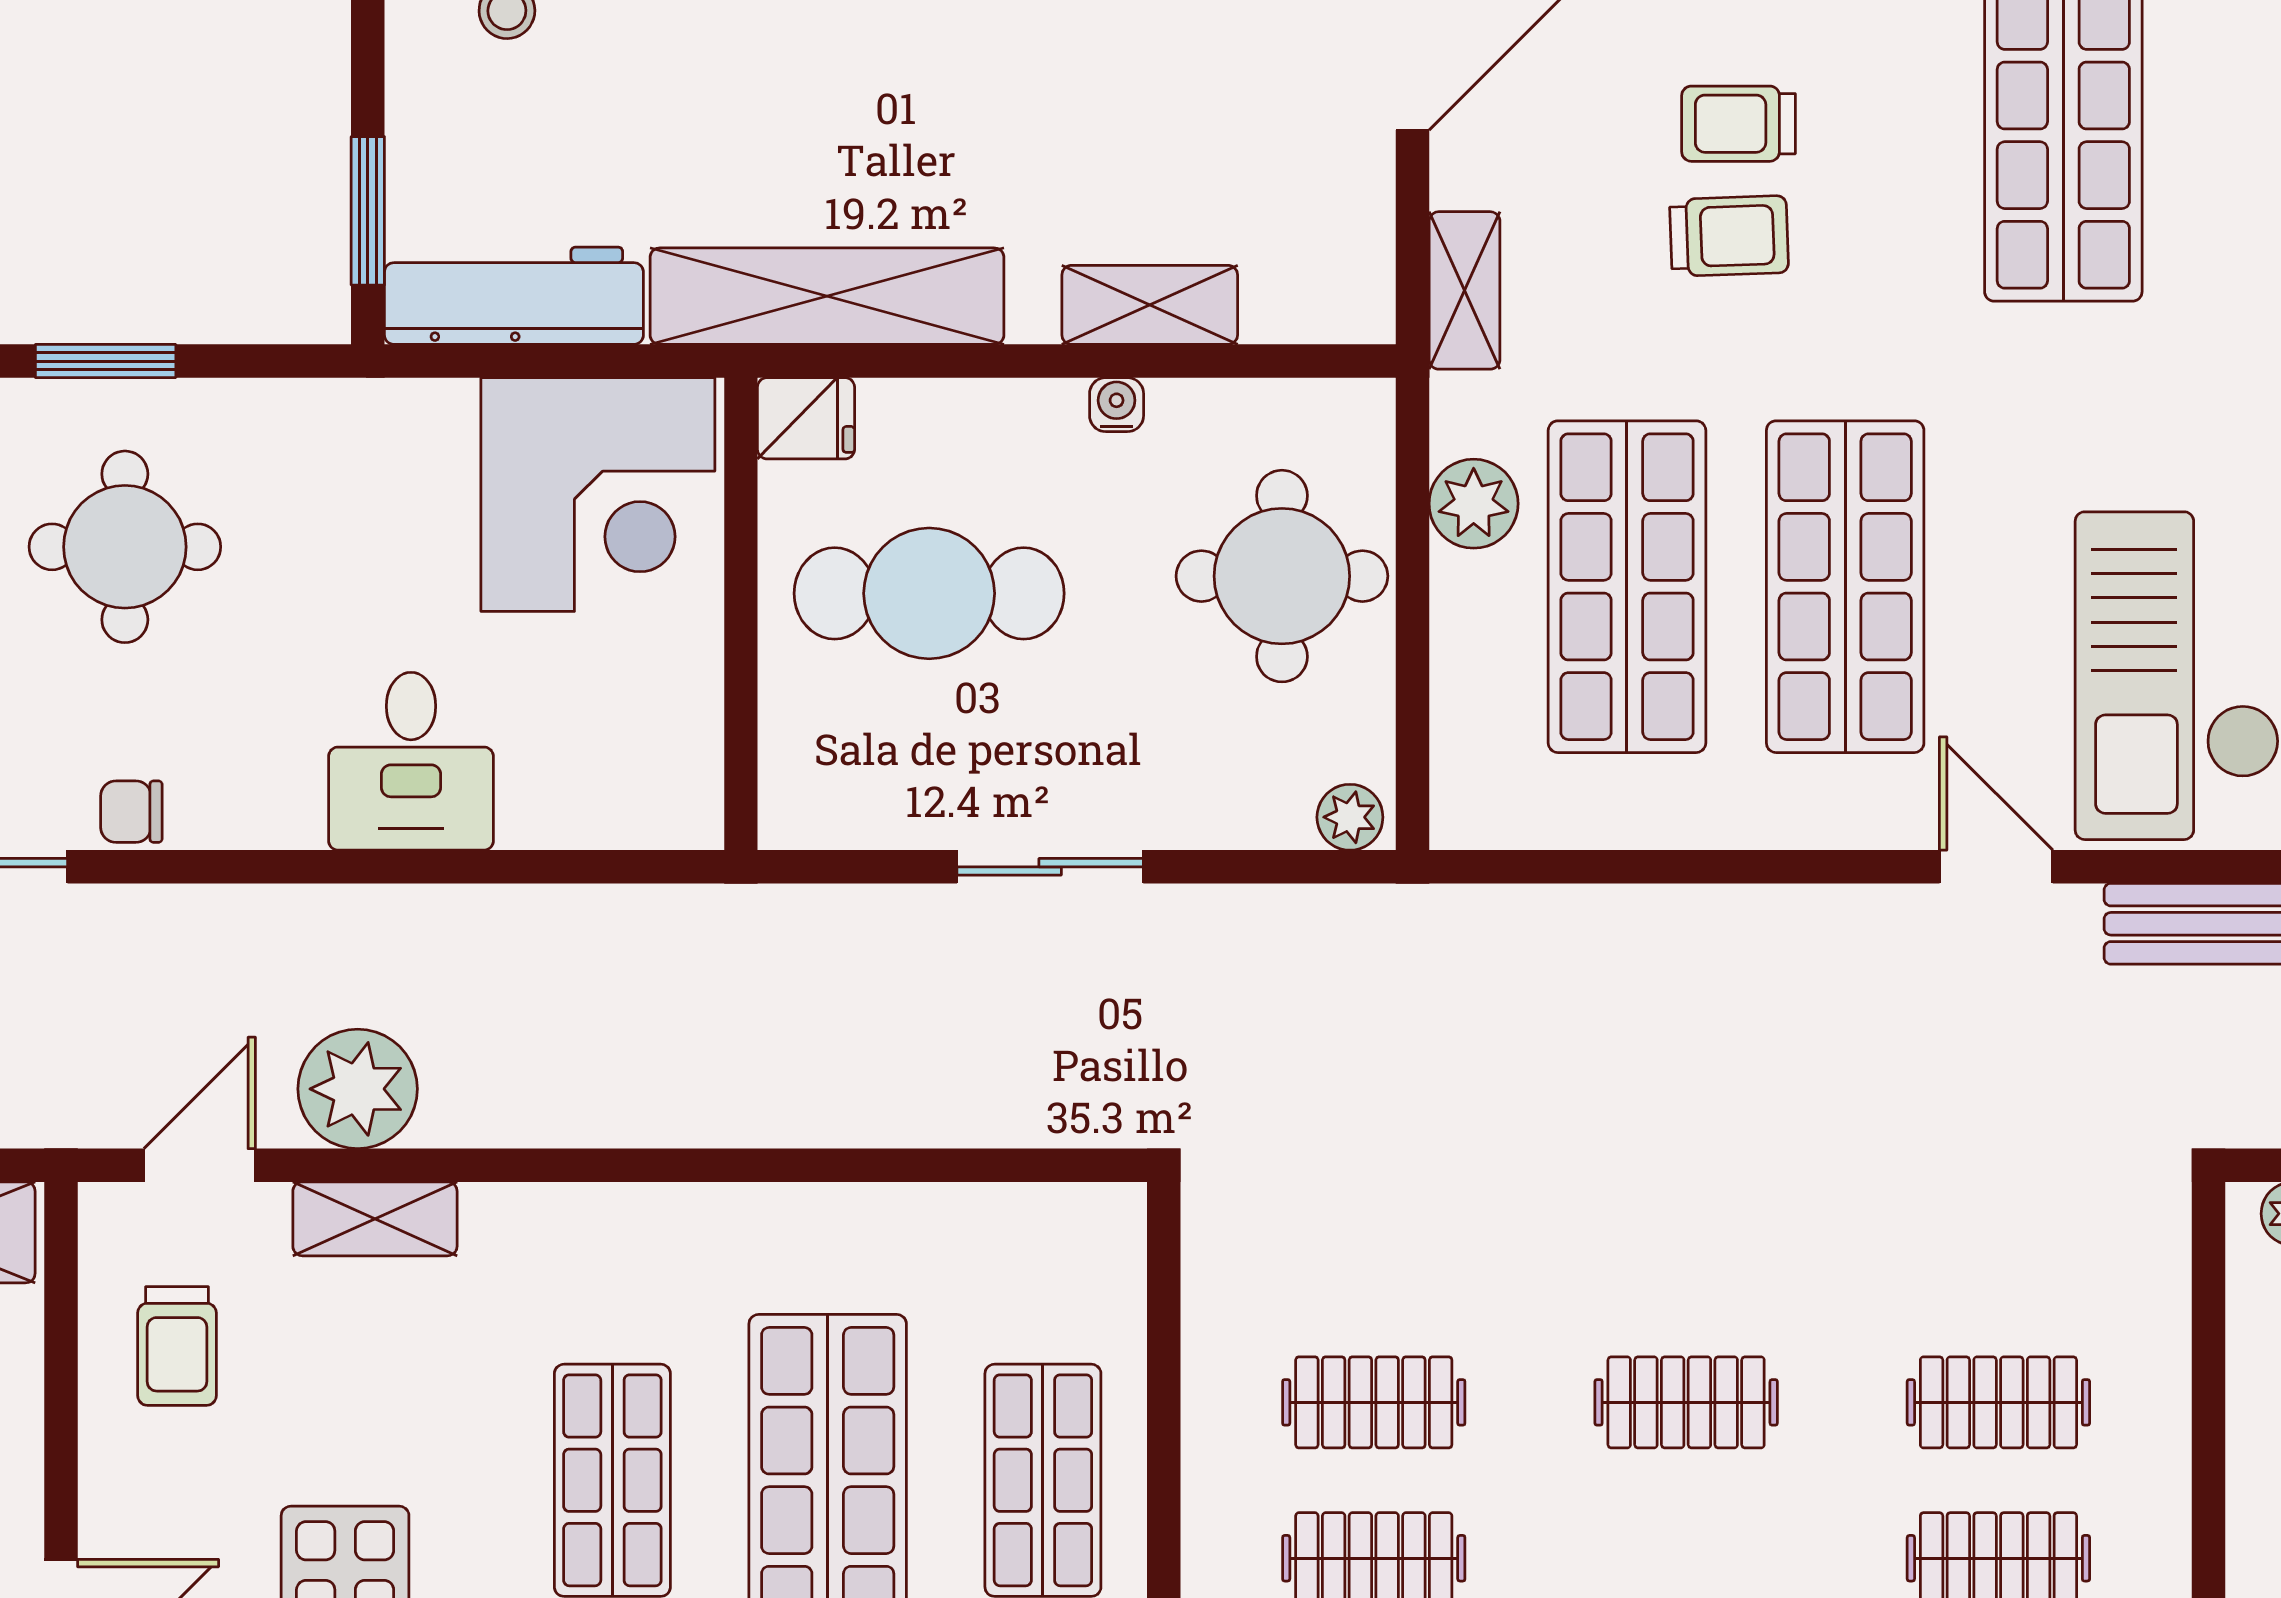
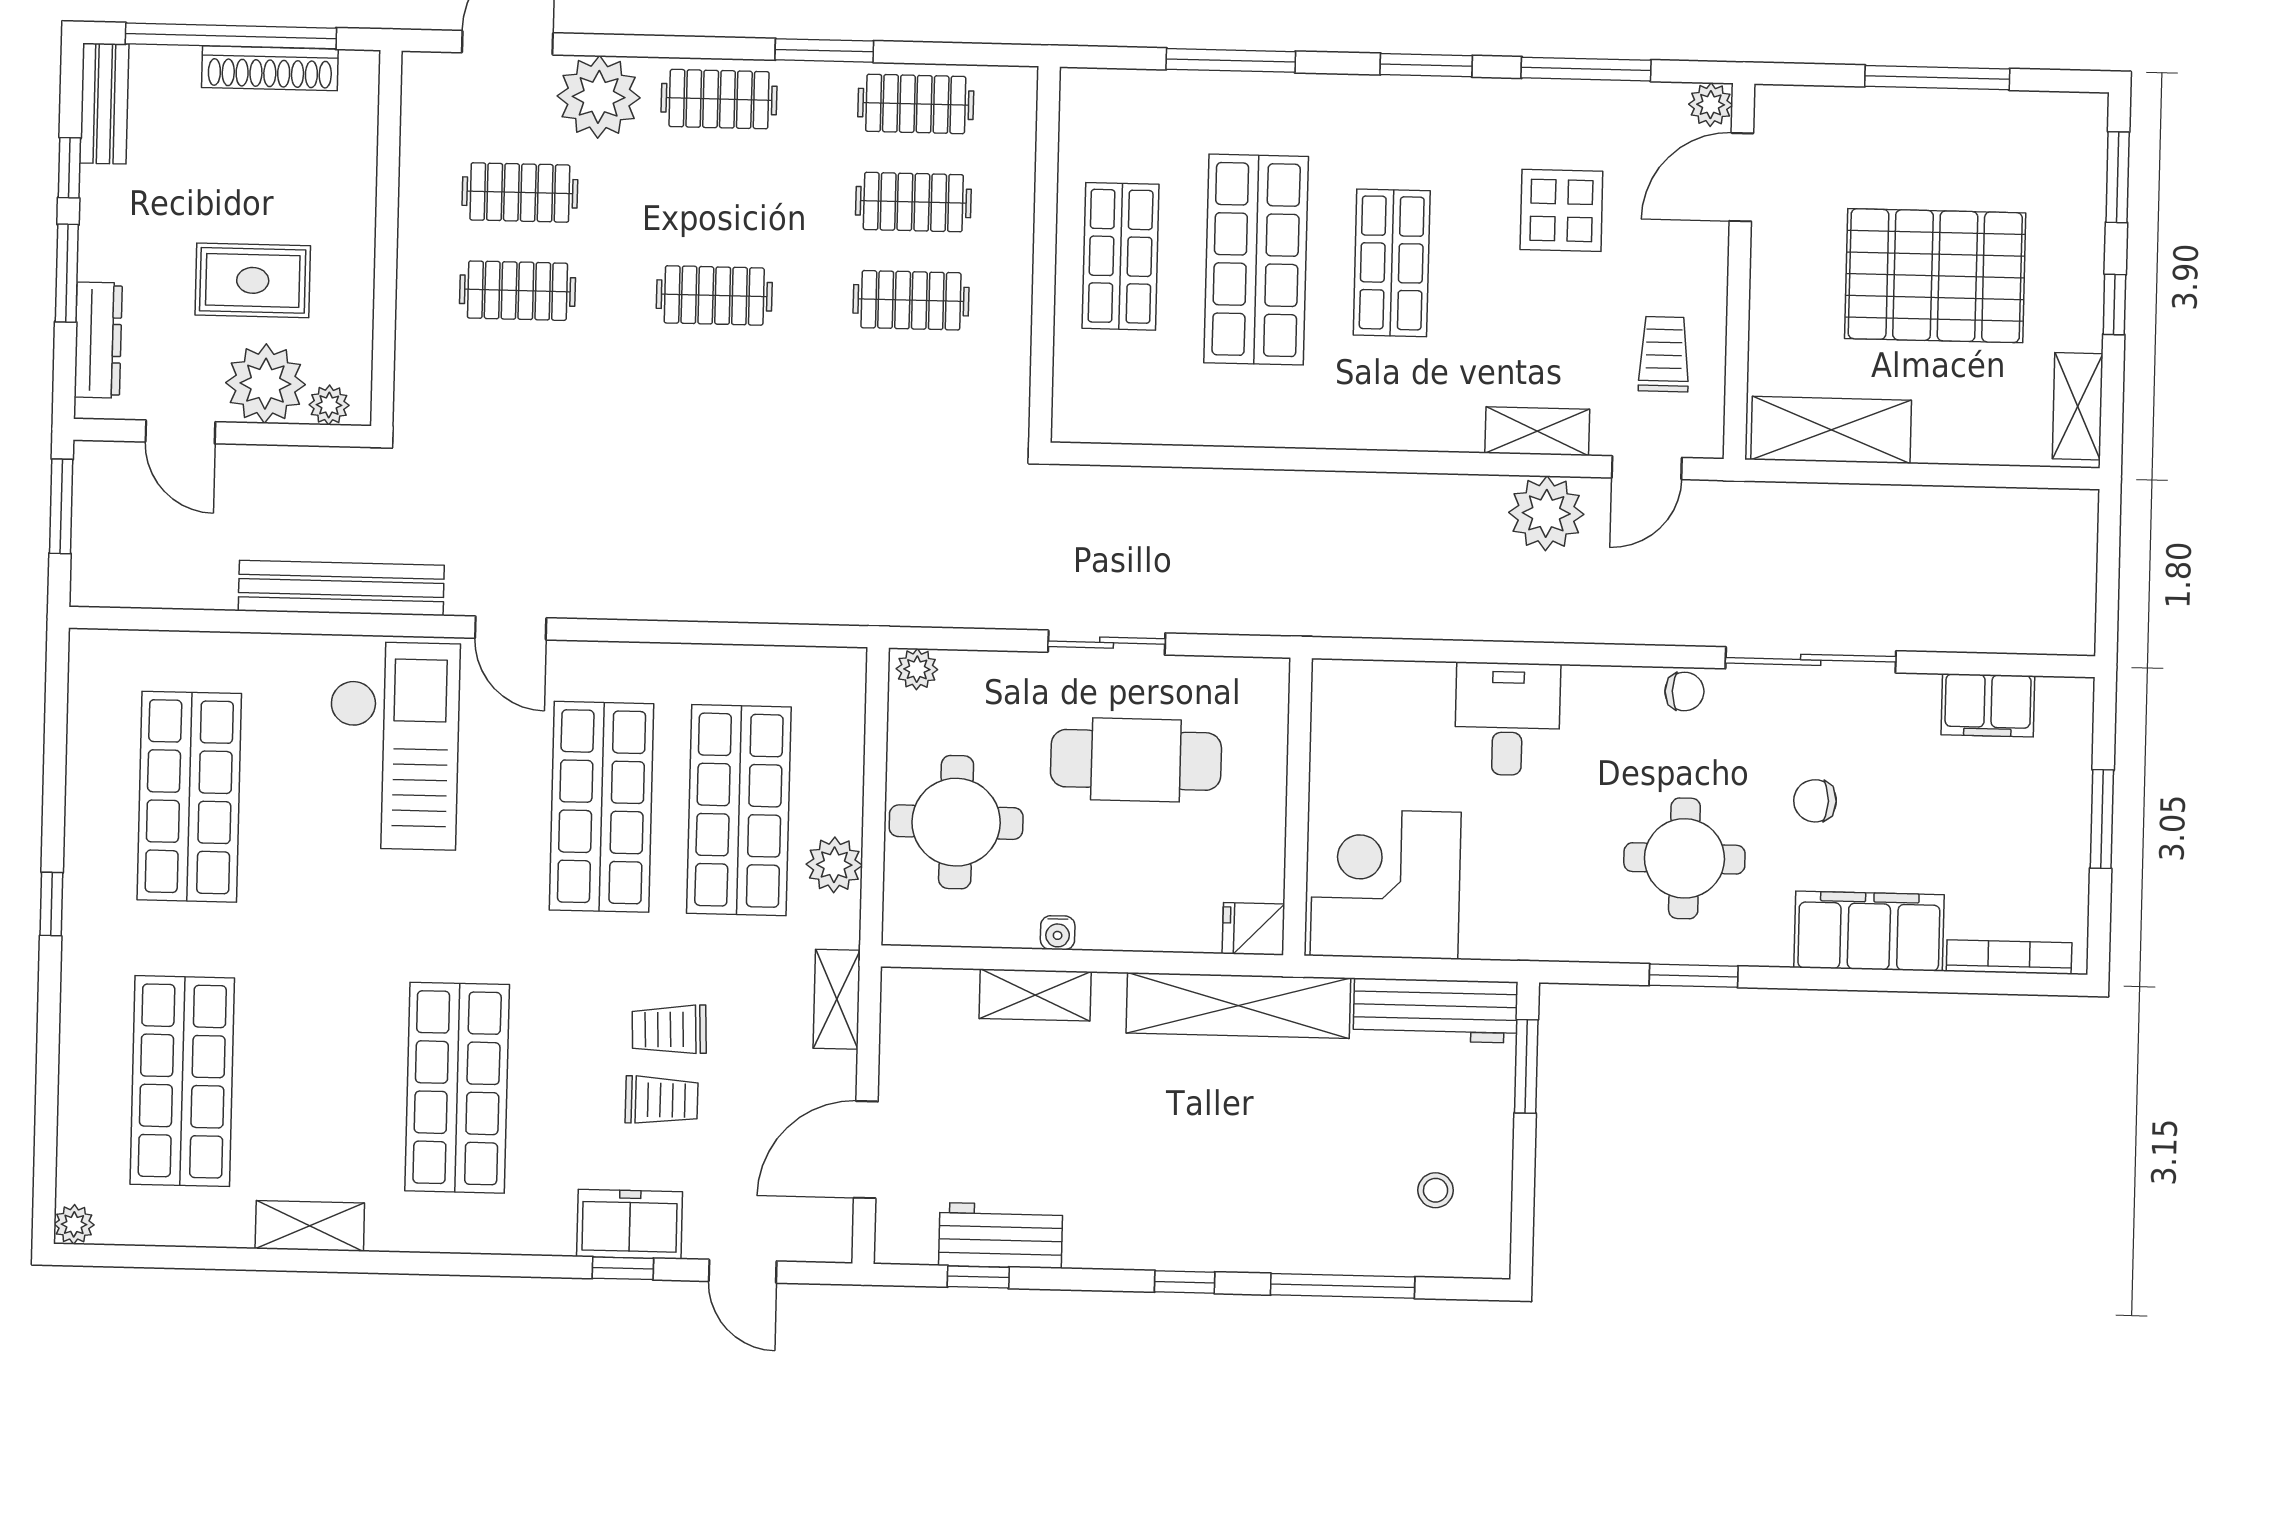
cafe table: (929, 593) -> (1136, 760), moved

